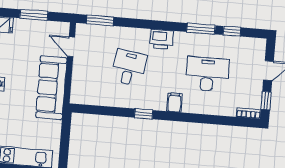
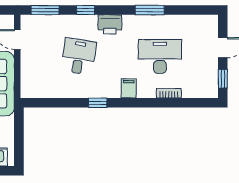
window: (232, 31) -> (86, 10), moved
bookcase: (249, 113) -> (169, 93), moved

